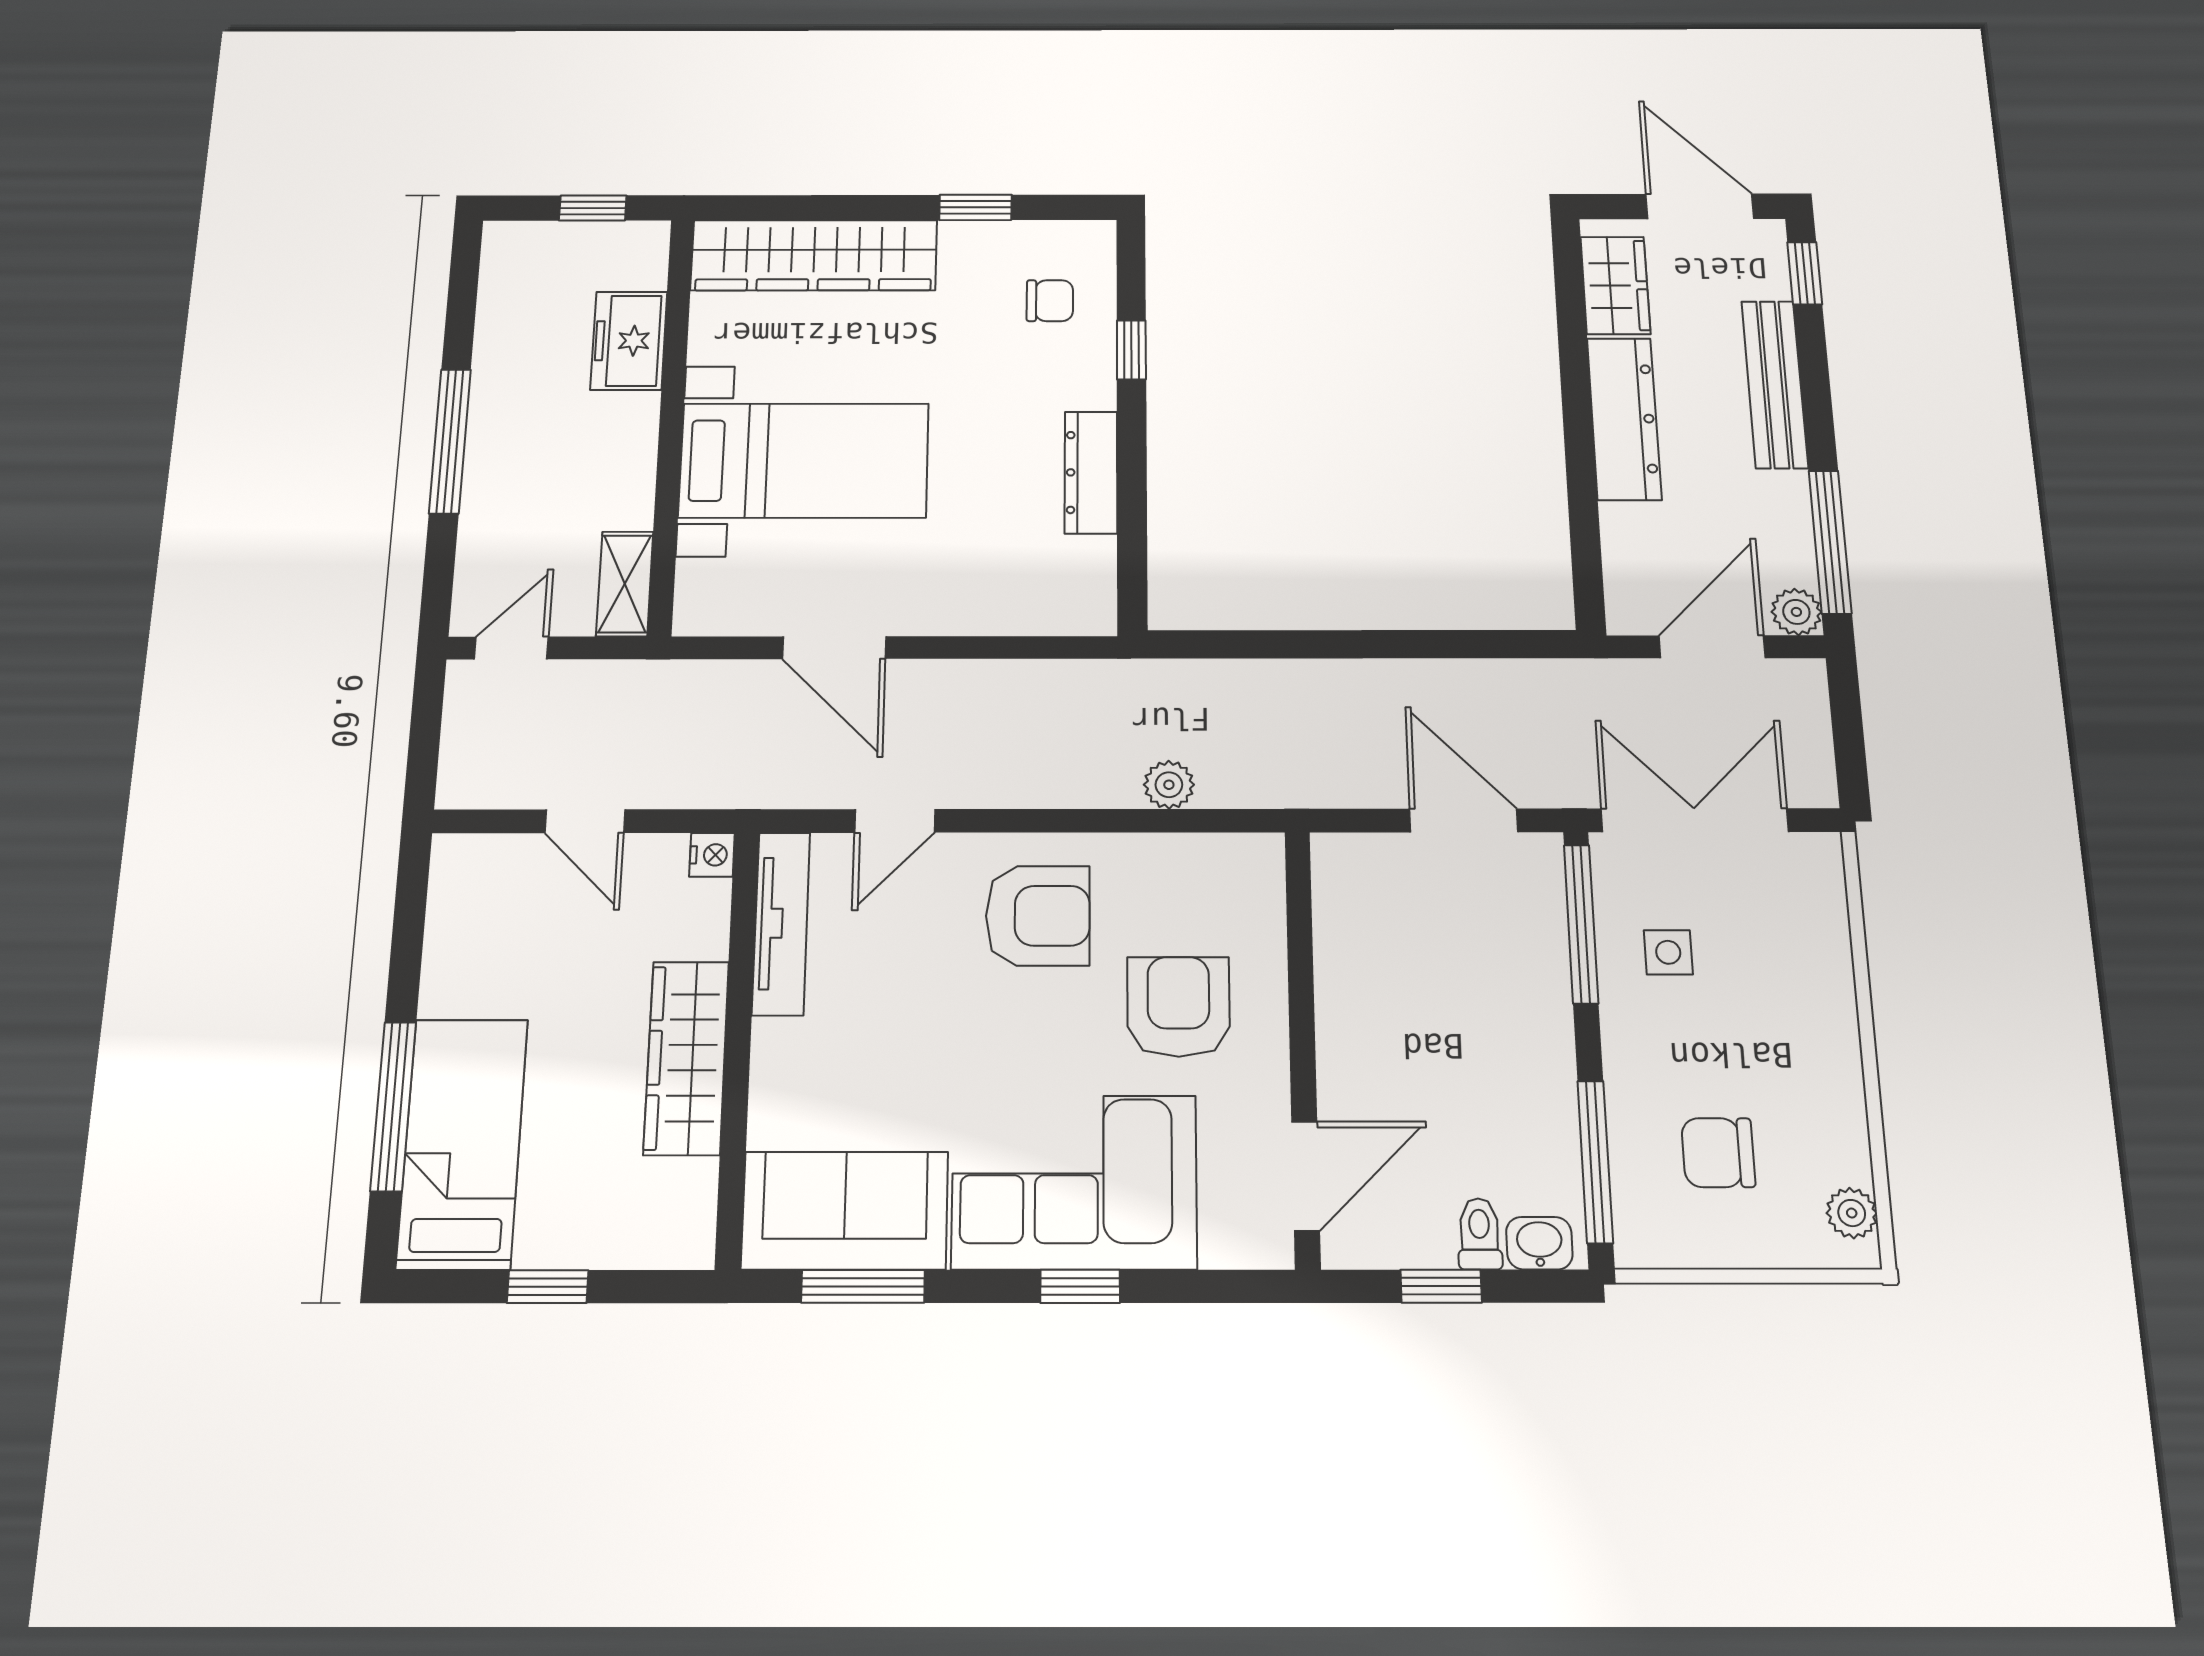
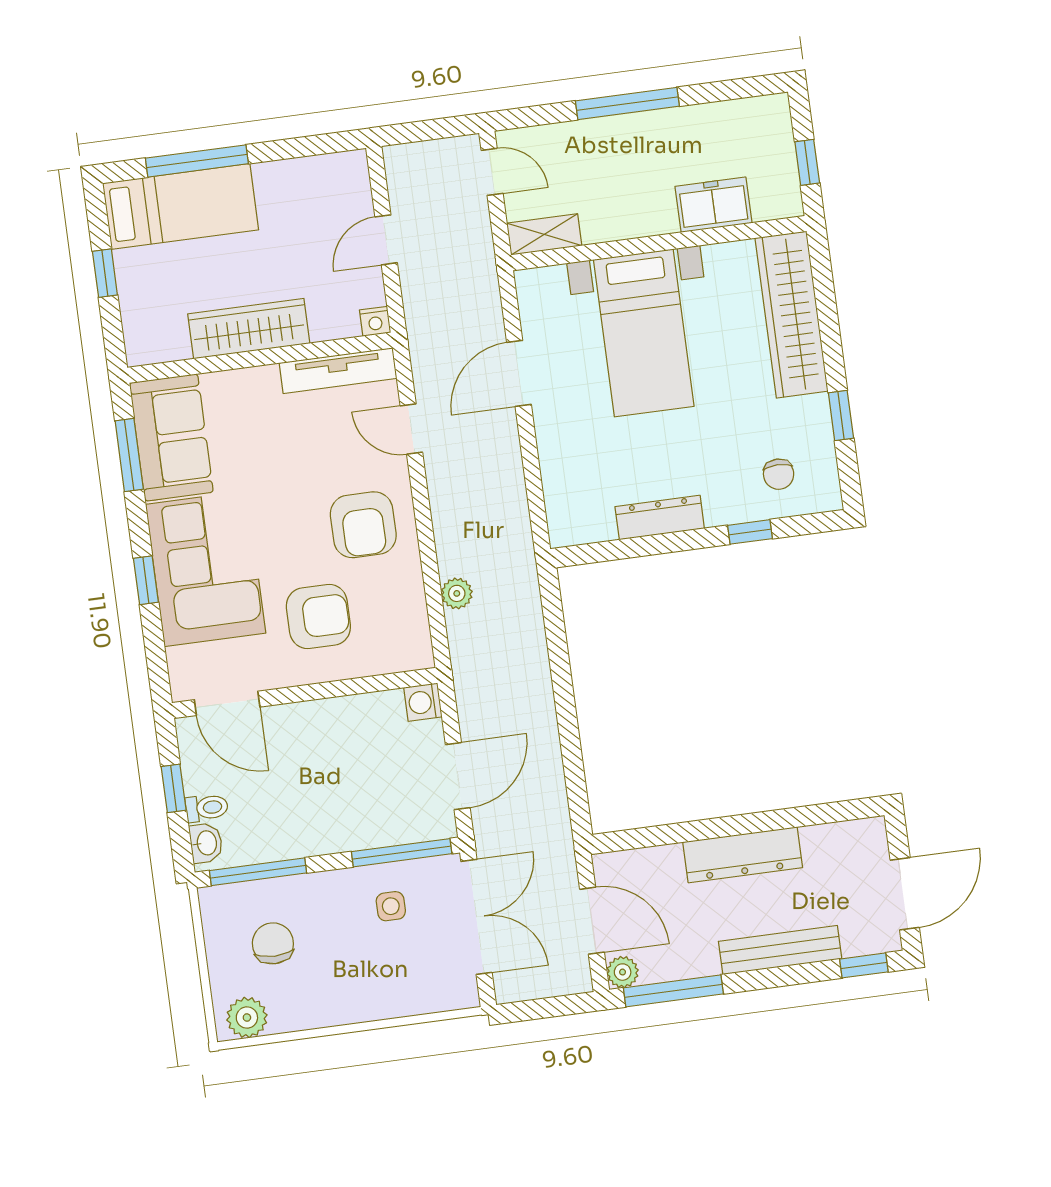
wardrobe: (1615, 285) -> (839, 842), removed
washing machine: (1338, 859) -> (423, 702), added
plant: (1852, 1213) -> (247, 1018), width x1.38, depth x1.38

